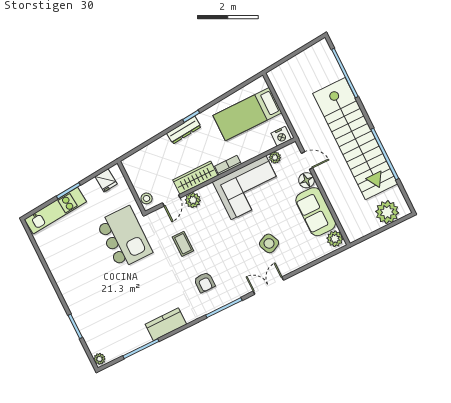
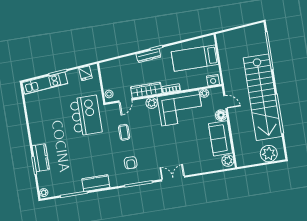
plant: (193, 200) -> (152, 103), moved
side table: (269, 243) -> (182, 150), removed
kitchen counter: (81, 313) -> (41, 158), added

